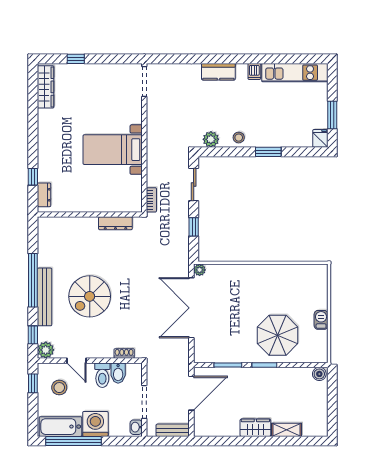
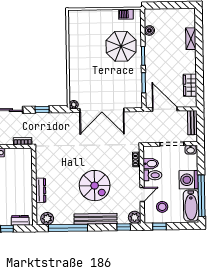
dresser: (115, 223) -> (41, 190), moved
plant: (46, 231) -> (47, 219), added
window: (33, 280) -> (68, 228), moved
barbecue: (321, 320) -> (126, 14), moved
boiler: (319, 374) -> (149, 30), moved
wardrobe: (255, 428) -> (190, 85), moved

